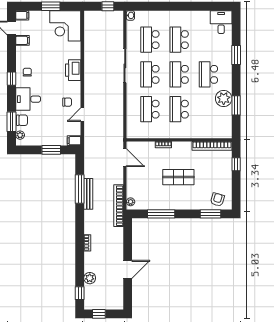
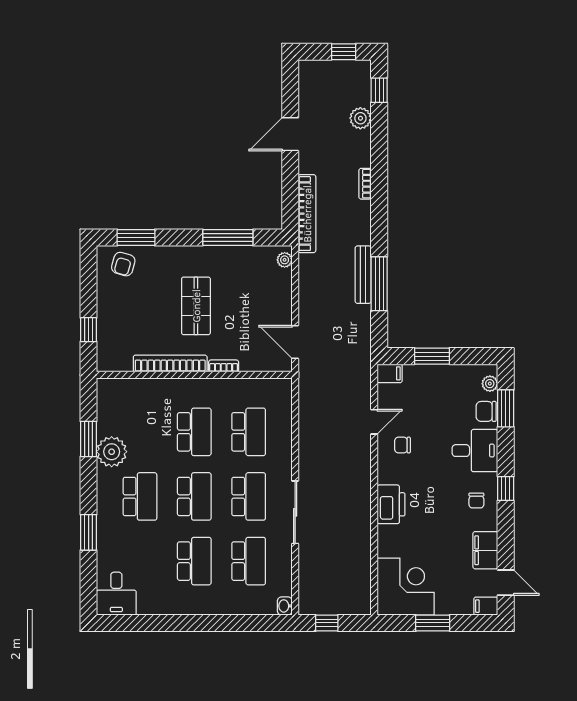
filing cabinet: (22, 40) -> (485, 550), width x2.00
bookcase: (212, 146) -> (170, 364), moved
shop shelf: (178, 177) -> (196, 306), turned 90
bookcase: (119, 206) -> (307, 214), moved

